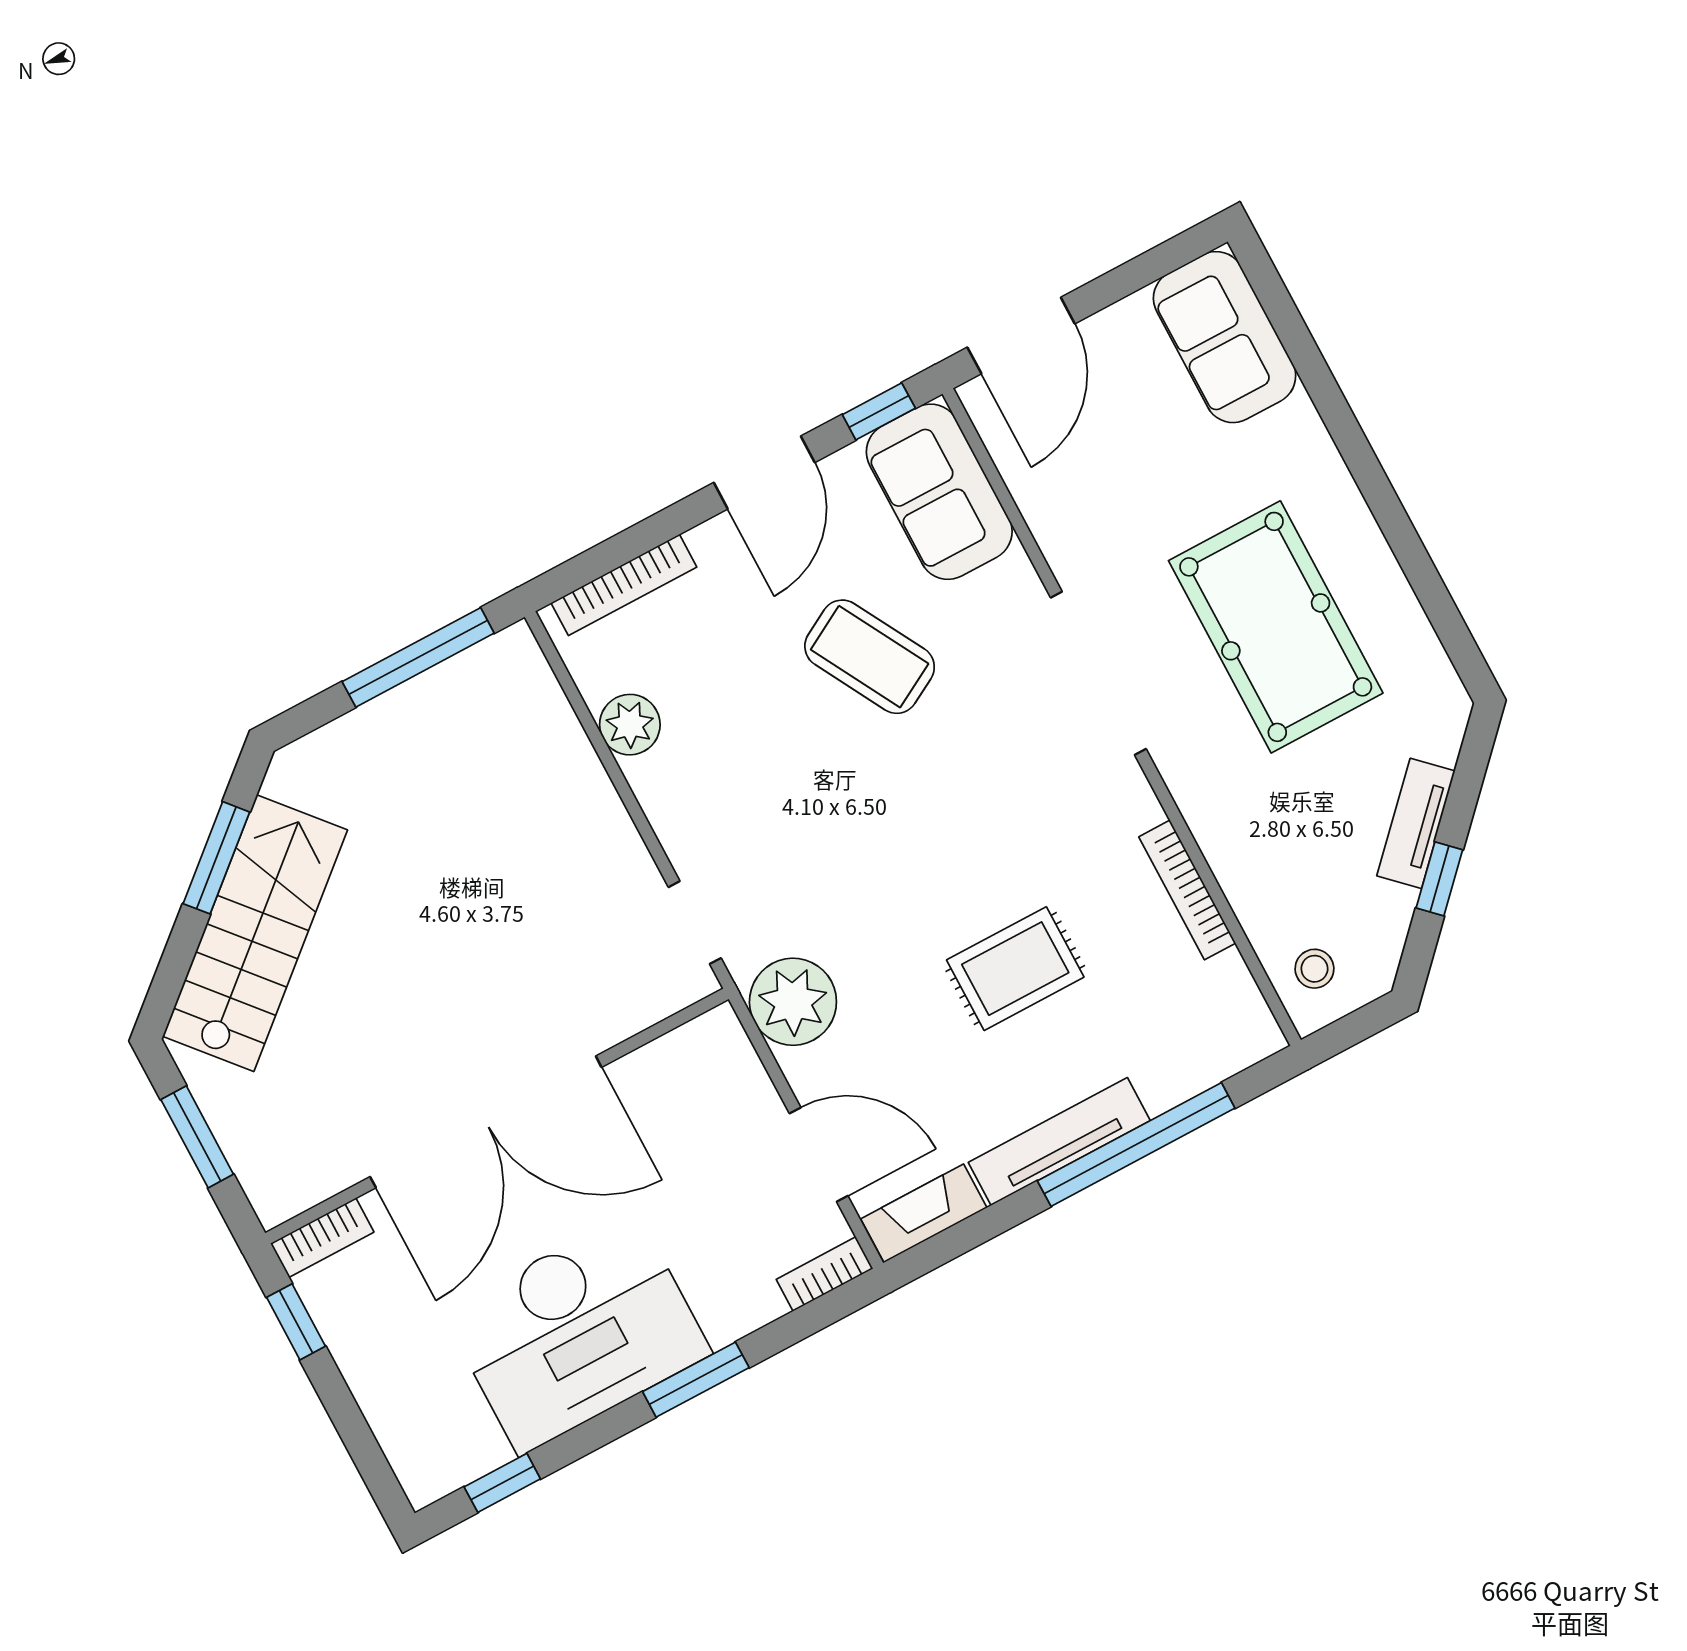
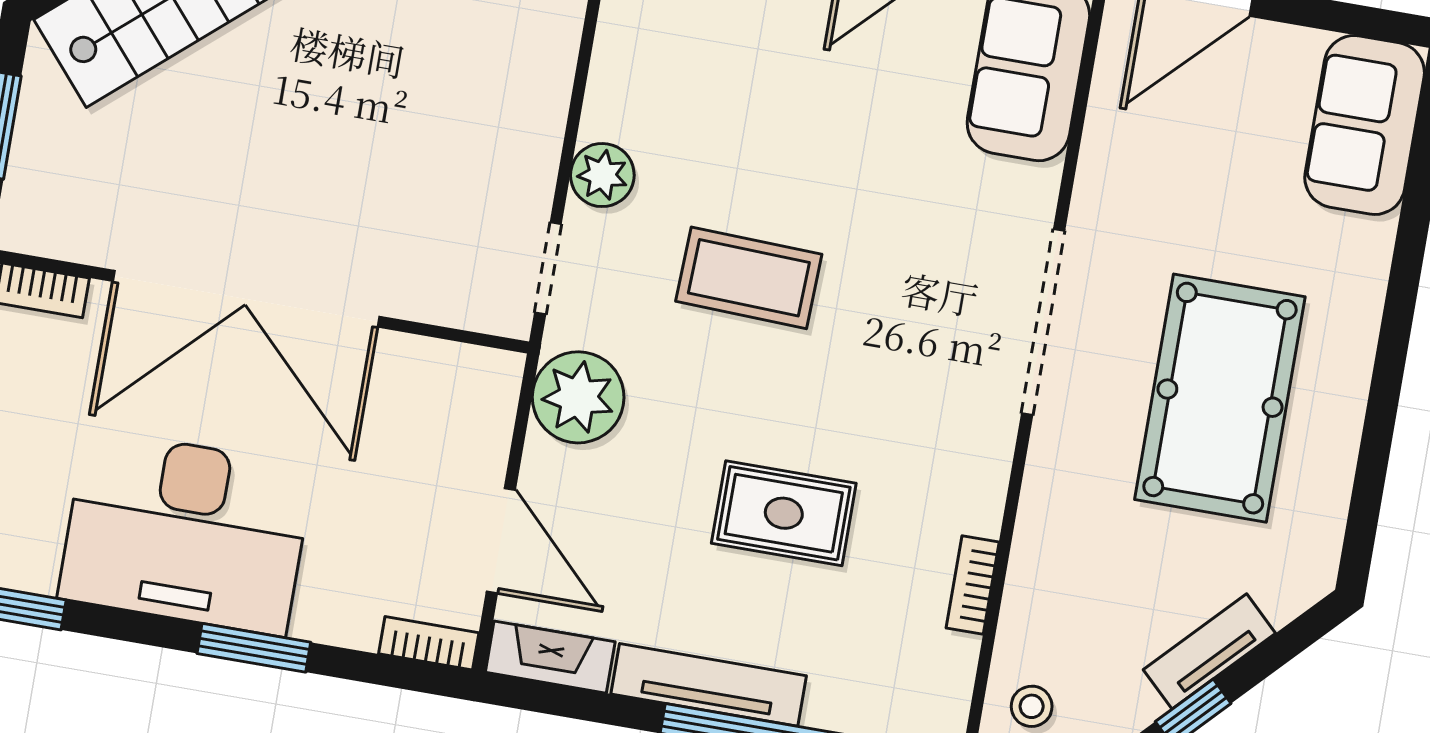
coffee table: (870, 657) -> (749, 278), moved, turned -59
plant: (630, 725) -> (602, 175), moved
bookcase: (1187, 890) -> (973, 585), width x0.64

